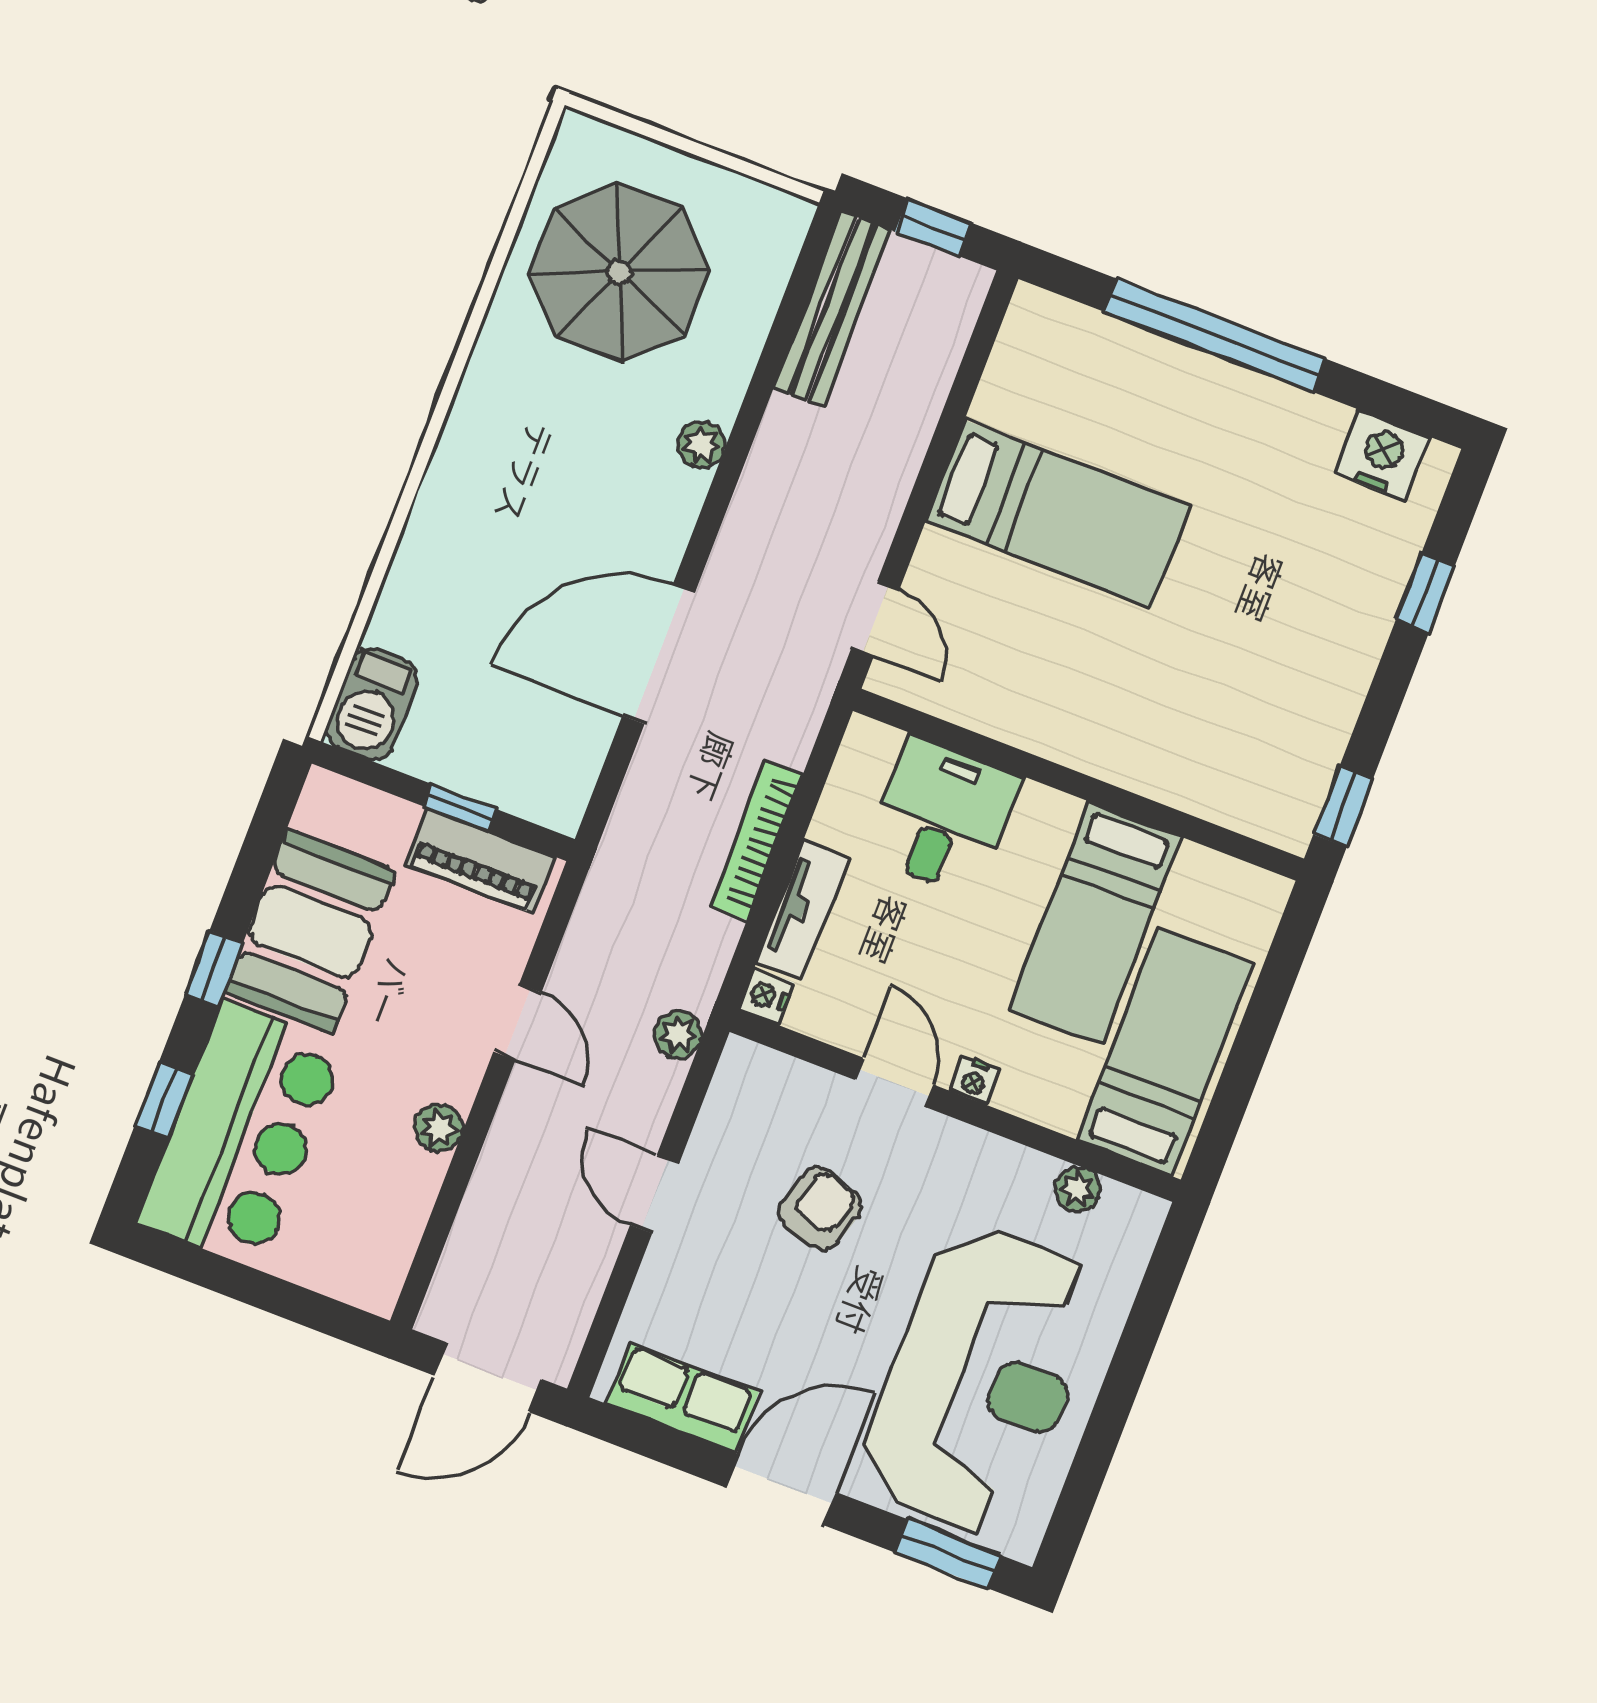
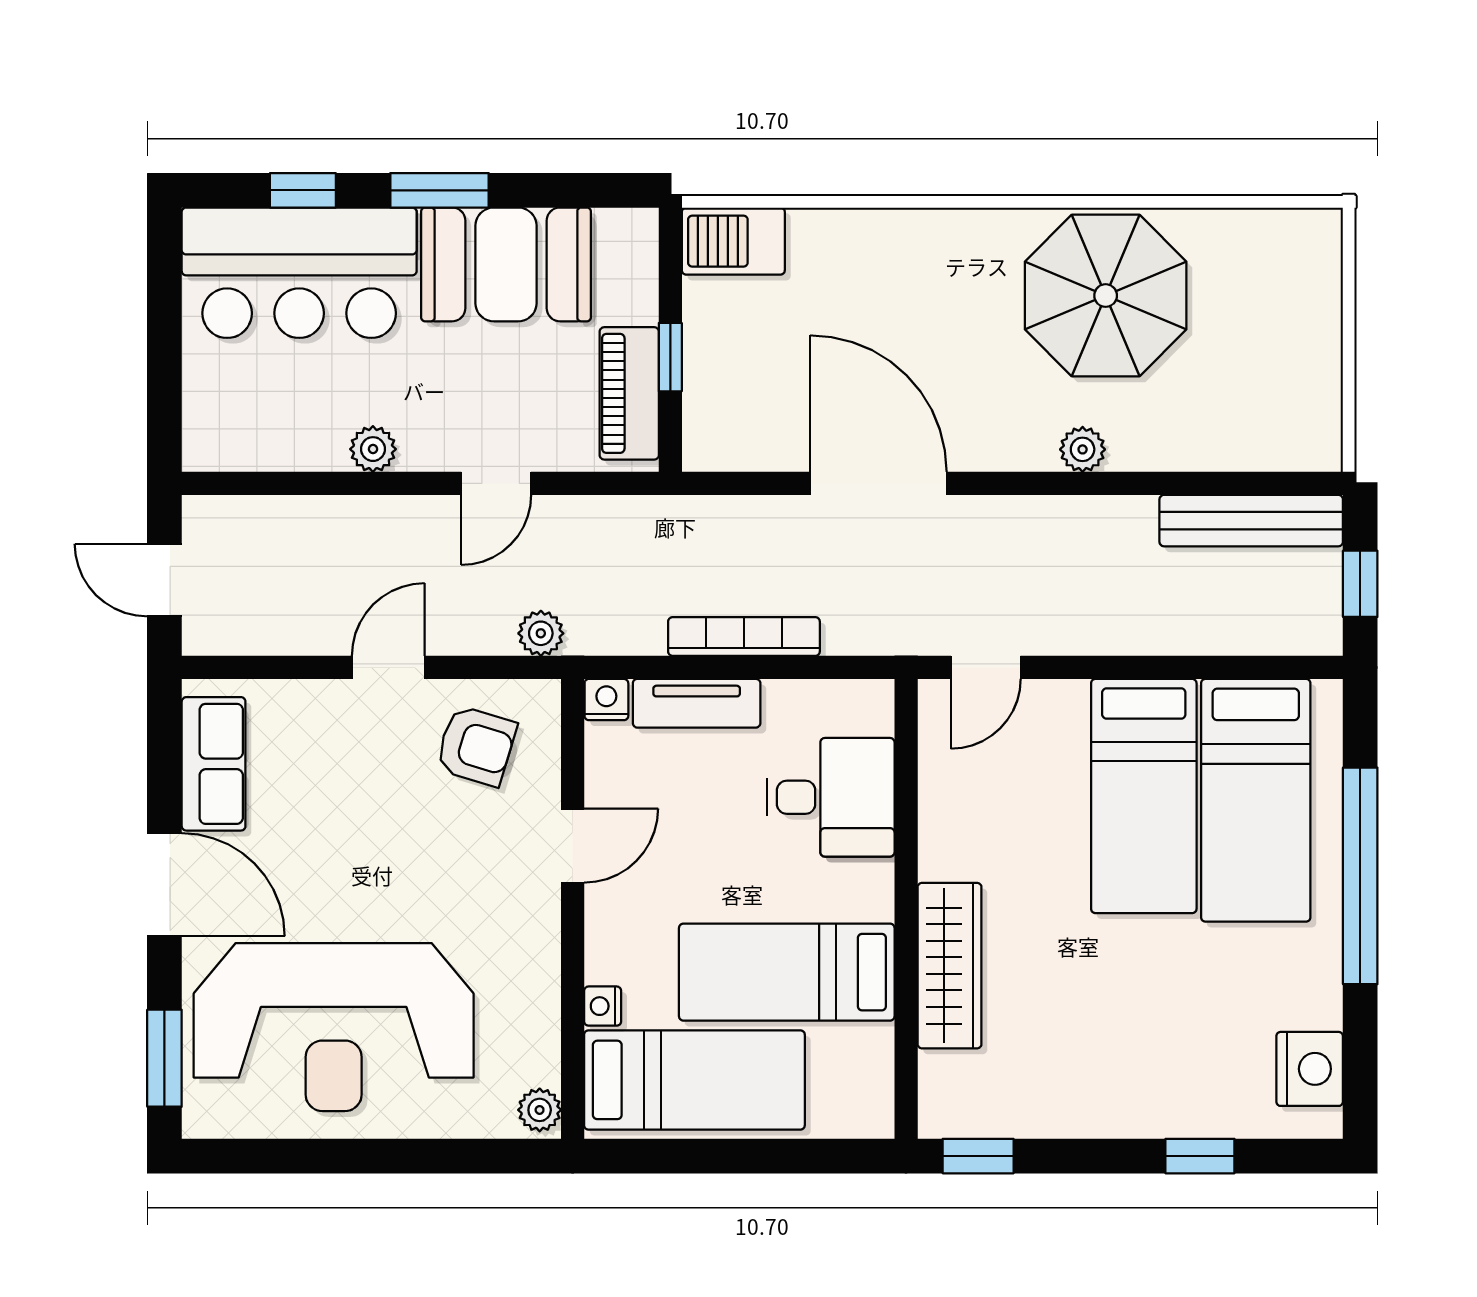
parasol: (619, 272) -> (1106, 296), moved
bed: (1103, 408) -> (1256, 800), added
wardrobe: (1149, 764) -> (950, 966), added
window: (214, 968) -> (439, 190), width x1.50
nightstand: (974, 1080) -> (603, 1006), moved
plant: (1078, 1189) -> (540, 1110), moved
armchair: (820, 1209) -> (476, 746), moved
door: (488, 1377) -> (164, 580), width x0.73

